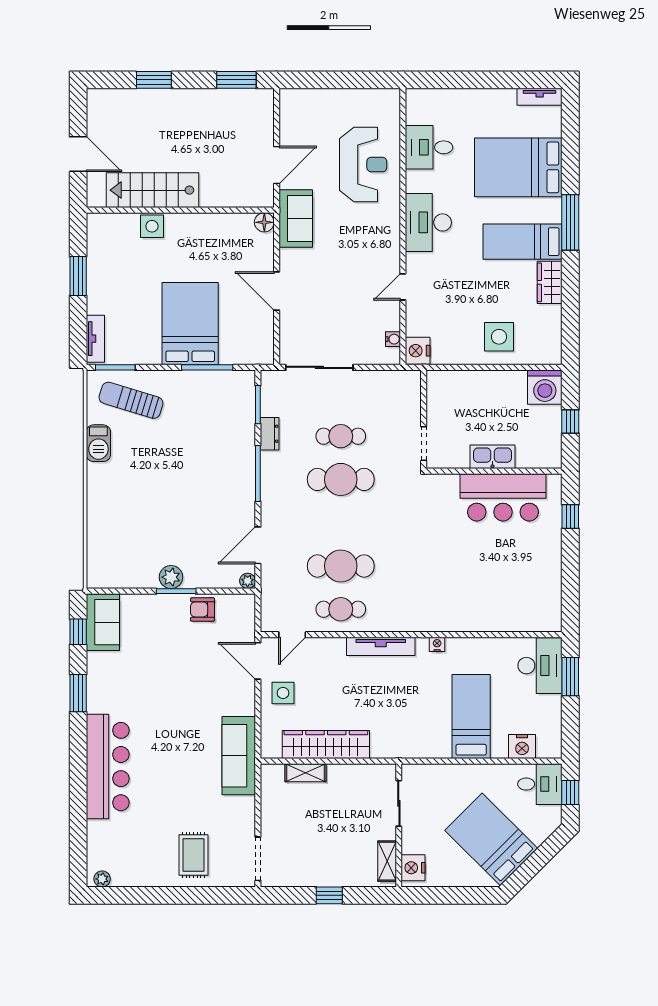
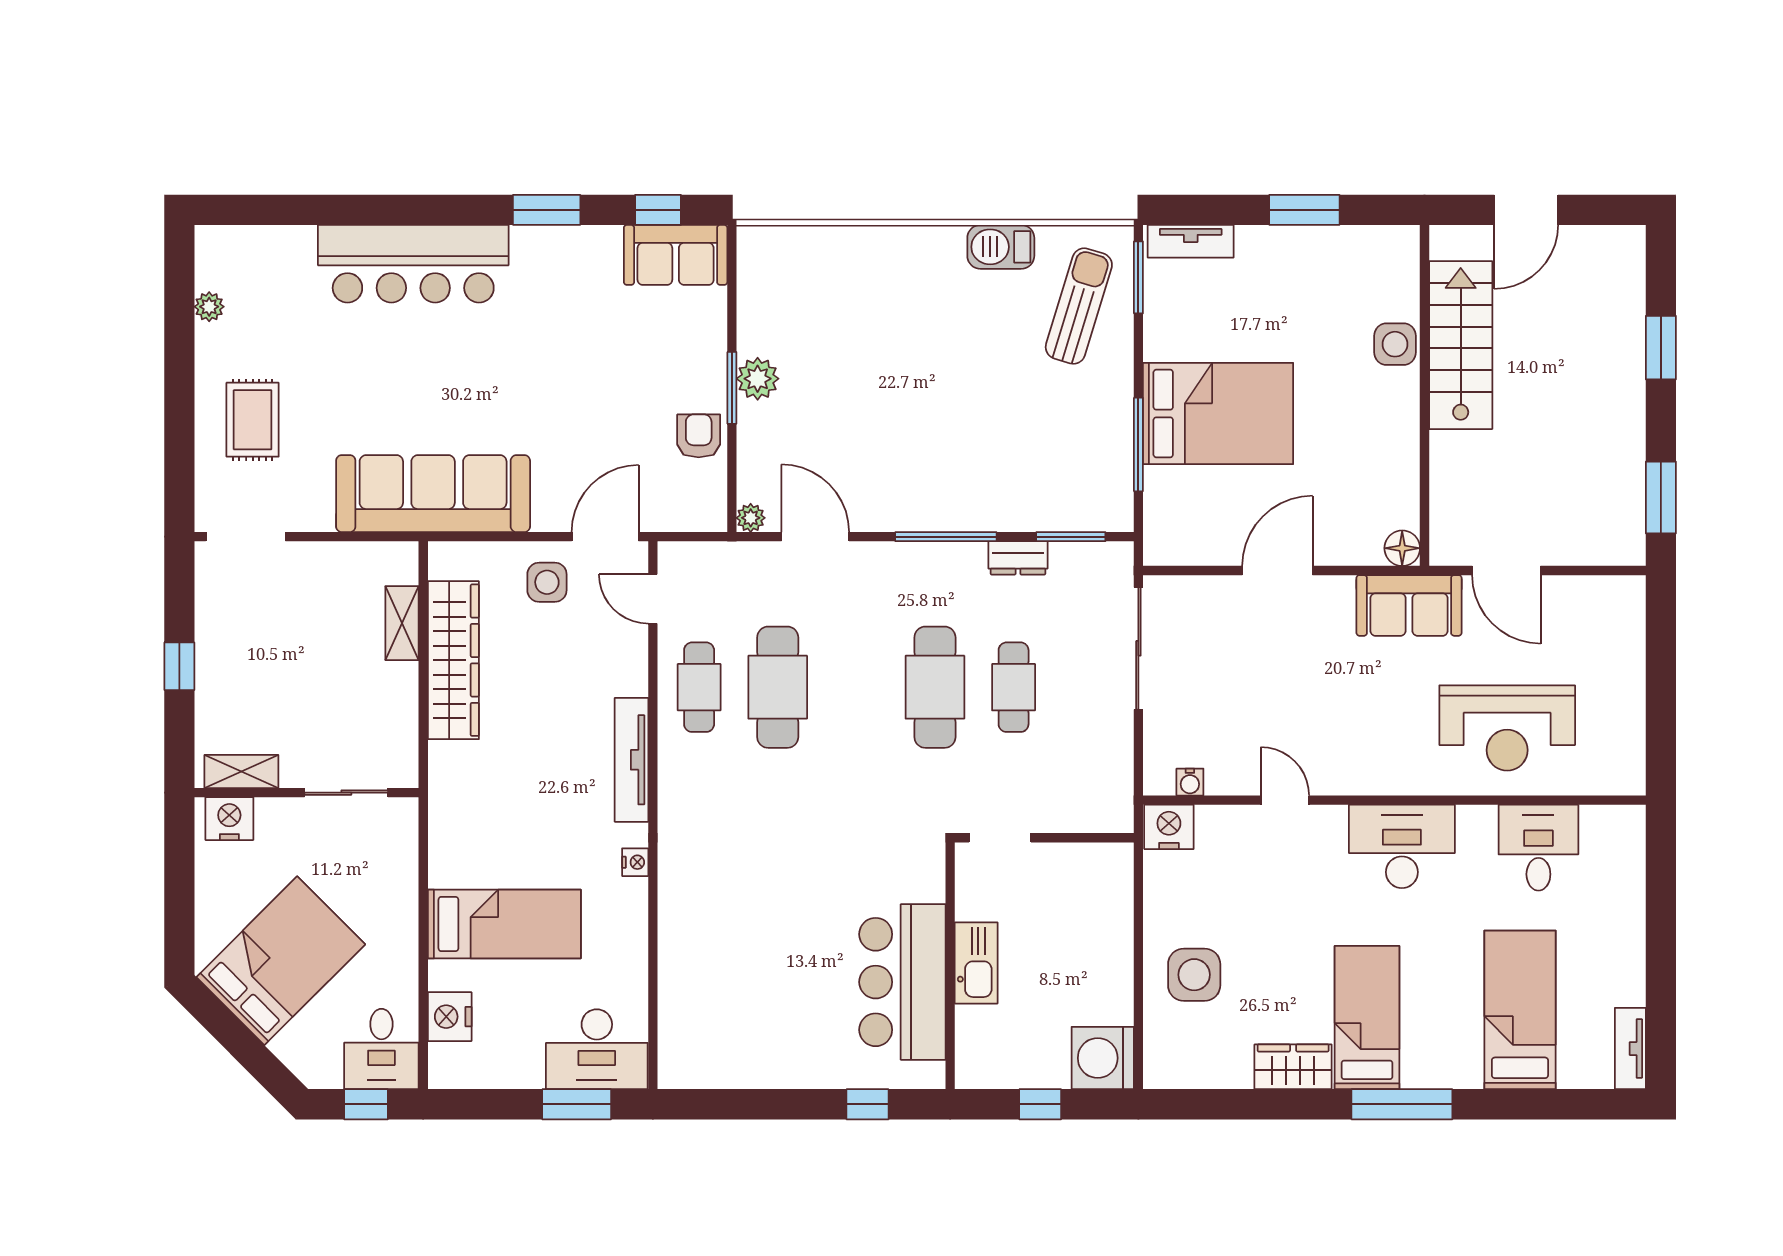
bed: (518, 167) -> (1520, 1010), width x0.67
sofa: (239, 756) -> (433, 494), width x1.36, depth x1.27
rug: (194, 855) -> (253, 420), turned 90
plant: (102, 879) -> (209, 307), moved

